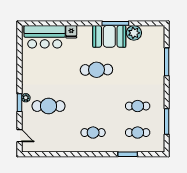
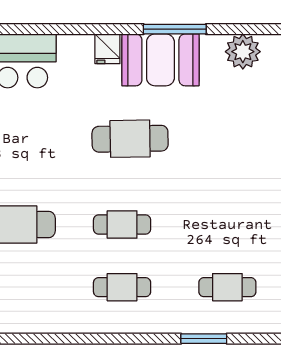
fridge: (71, 32) -> (107, 49), moved
plant: (134, 33) -> (243, 52), moved
cafe table: (138, 106) -> (122, 225), moved

